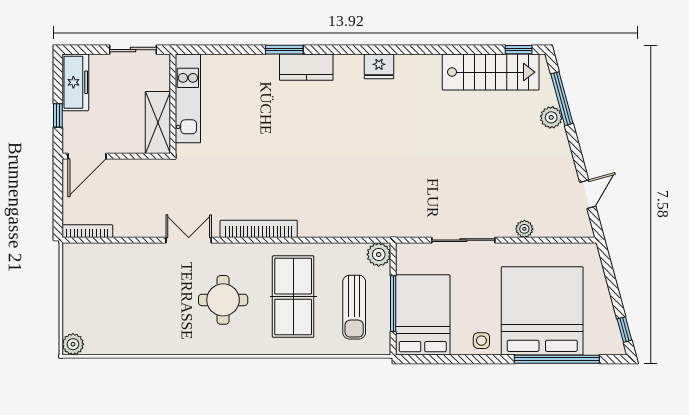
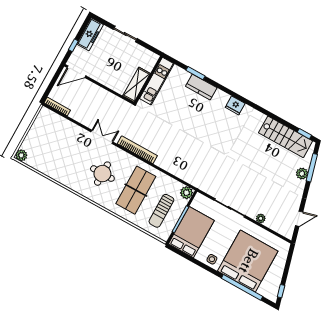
kitchen unit: (188, 98) -> (157, 81), moved
wall: (173, 104) -> (148, 80), moved
shelving: (158, 123) -> (137, 85), moved

